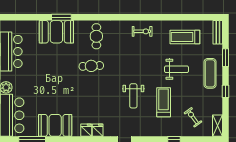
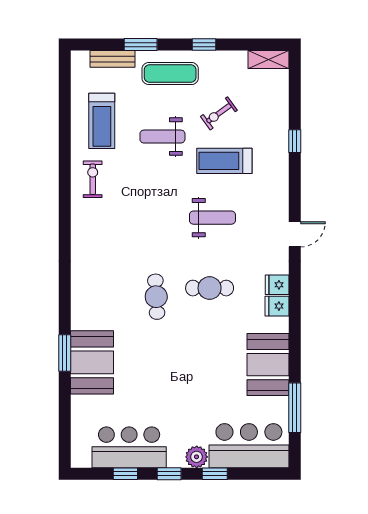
exercise bike: (142, 31) -> (93, 179), moved
bench: (218, 32) -> (113, 59), moved
cafe table: (96, 36) -> (210, 288), moved
weight bench: (177, 69) -> (162, 137), turned -90
exercise bike: (193, 117) -> (219, 113), moved

